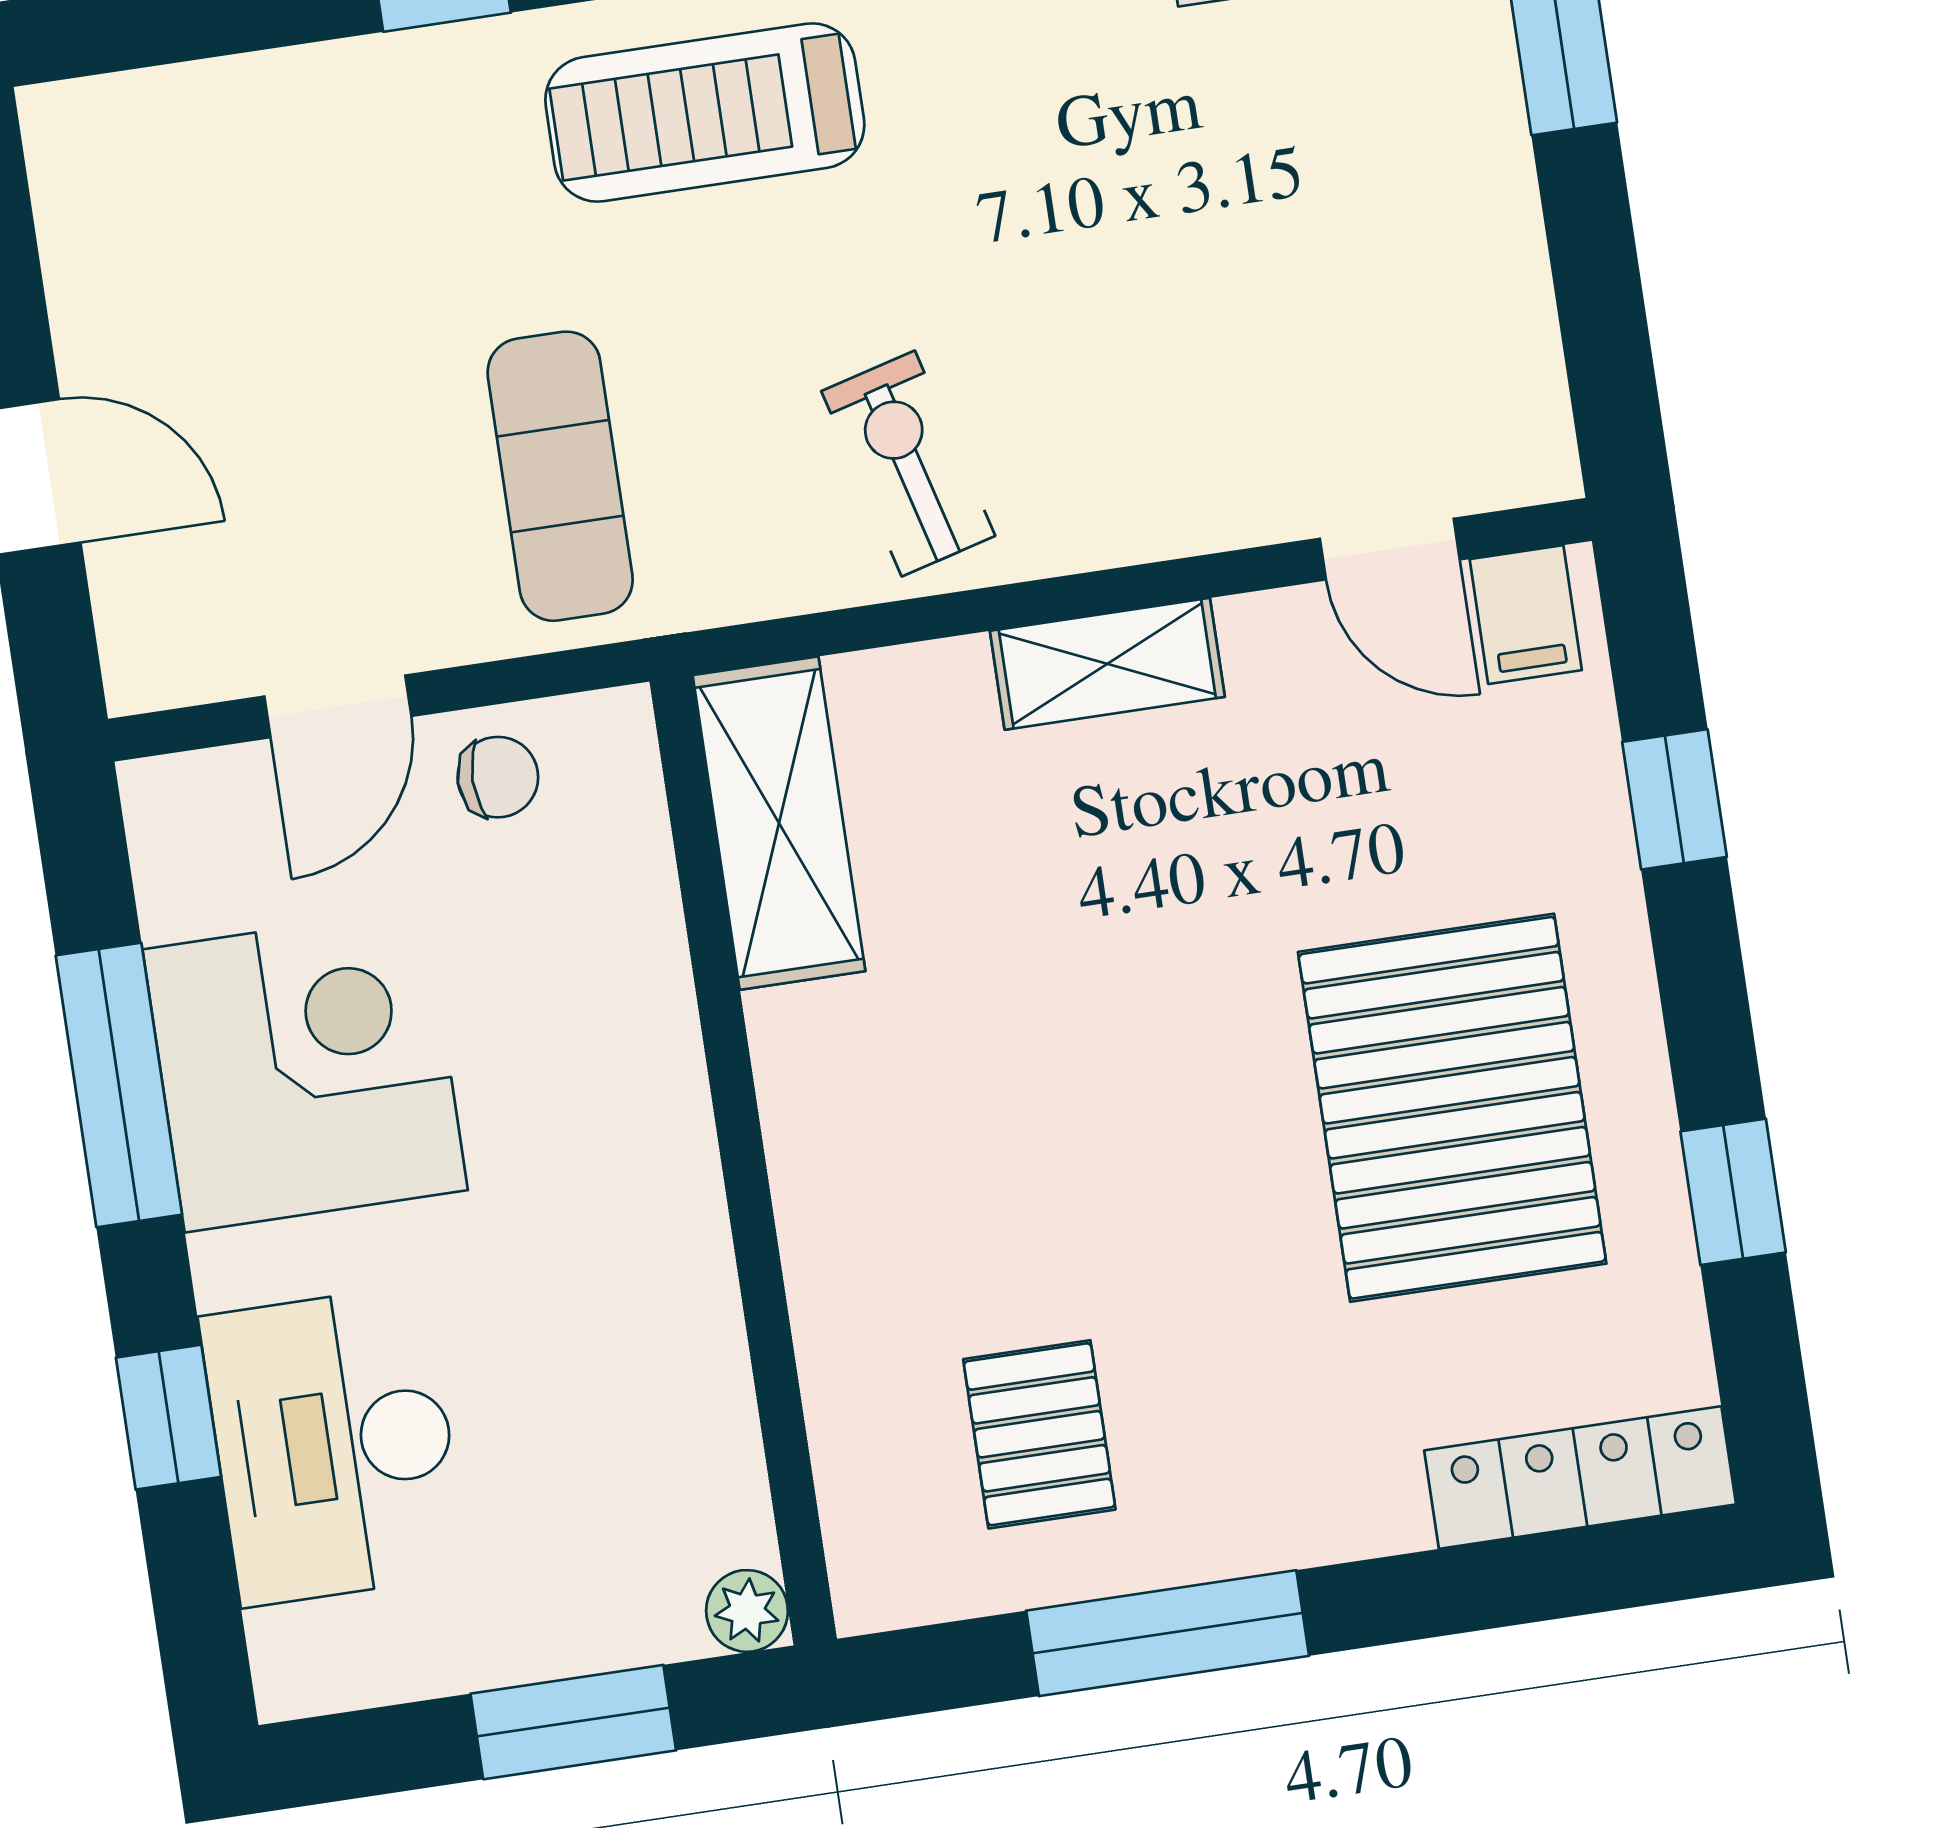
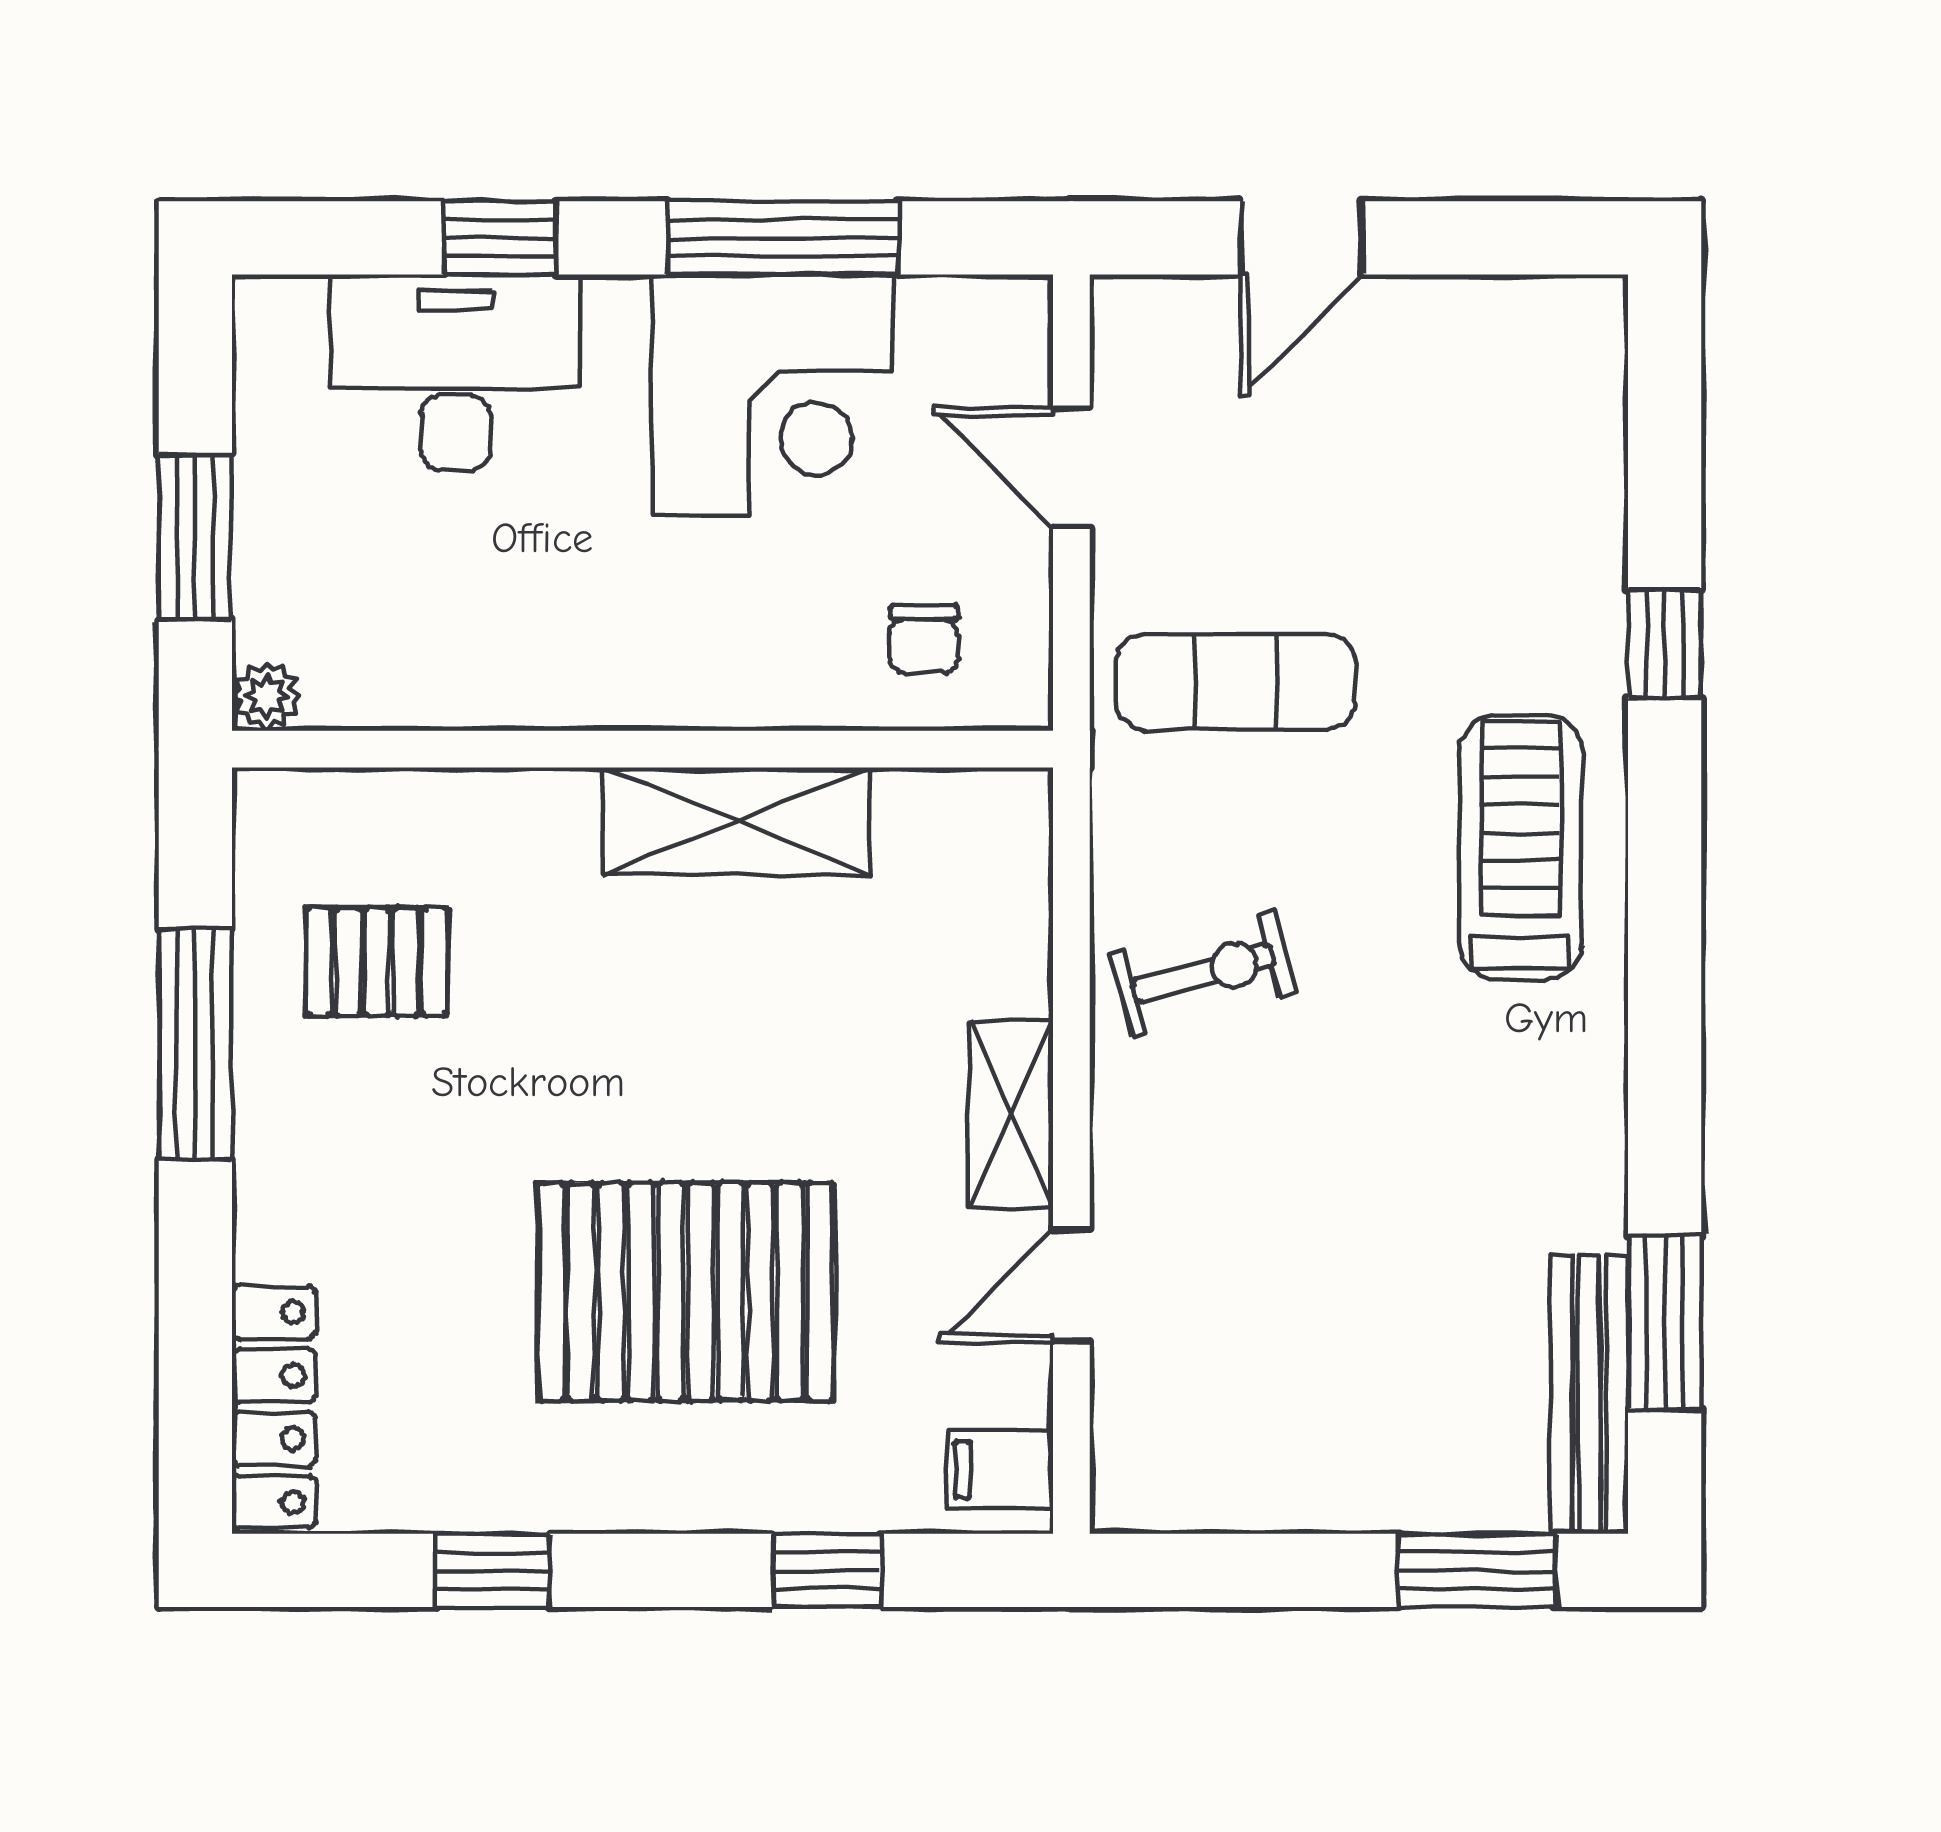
door: (1390, 549) -> (1071, 1286), moved
chair: (498, 777) -> (924, 640), moved
shelving: (779, 823) -> (736, 821), moved
pallet: (1452, 1108) -> (686, 1292), moved

